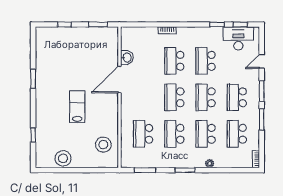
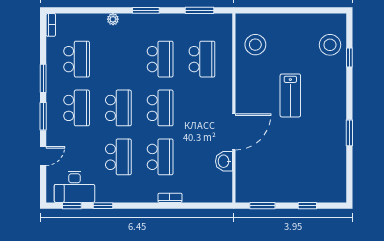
school desk: (206, 134) -> (118, 59), removed
stool: (63, 158) -> (330, 45), moved

